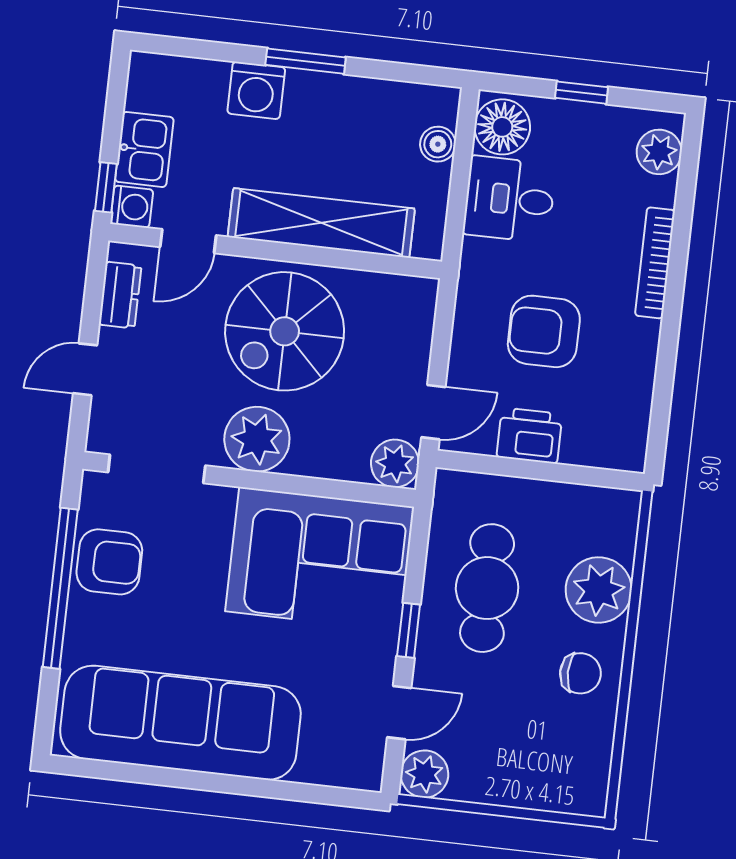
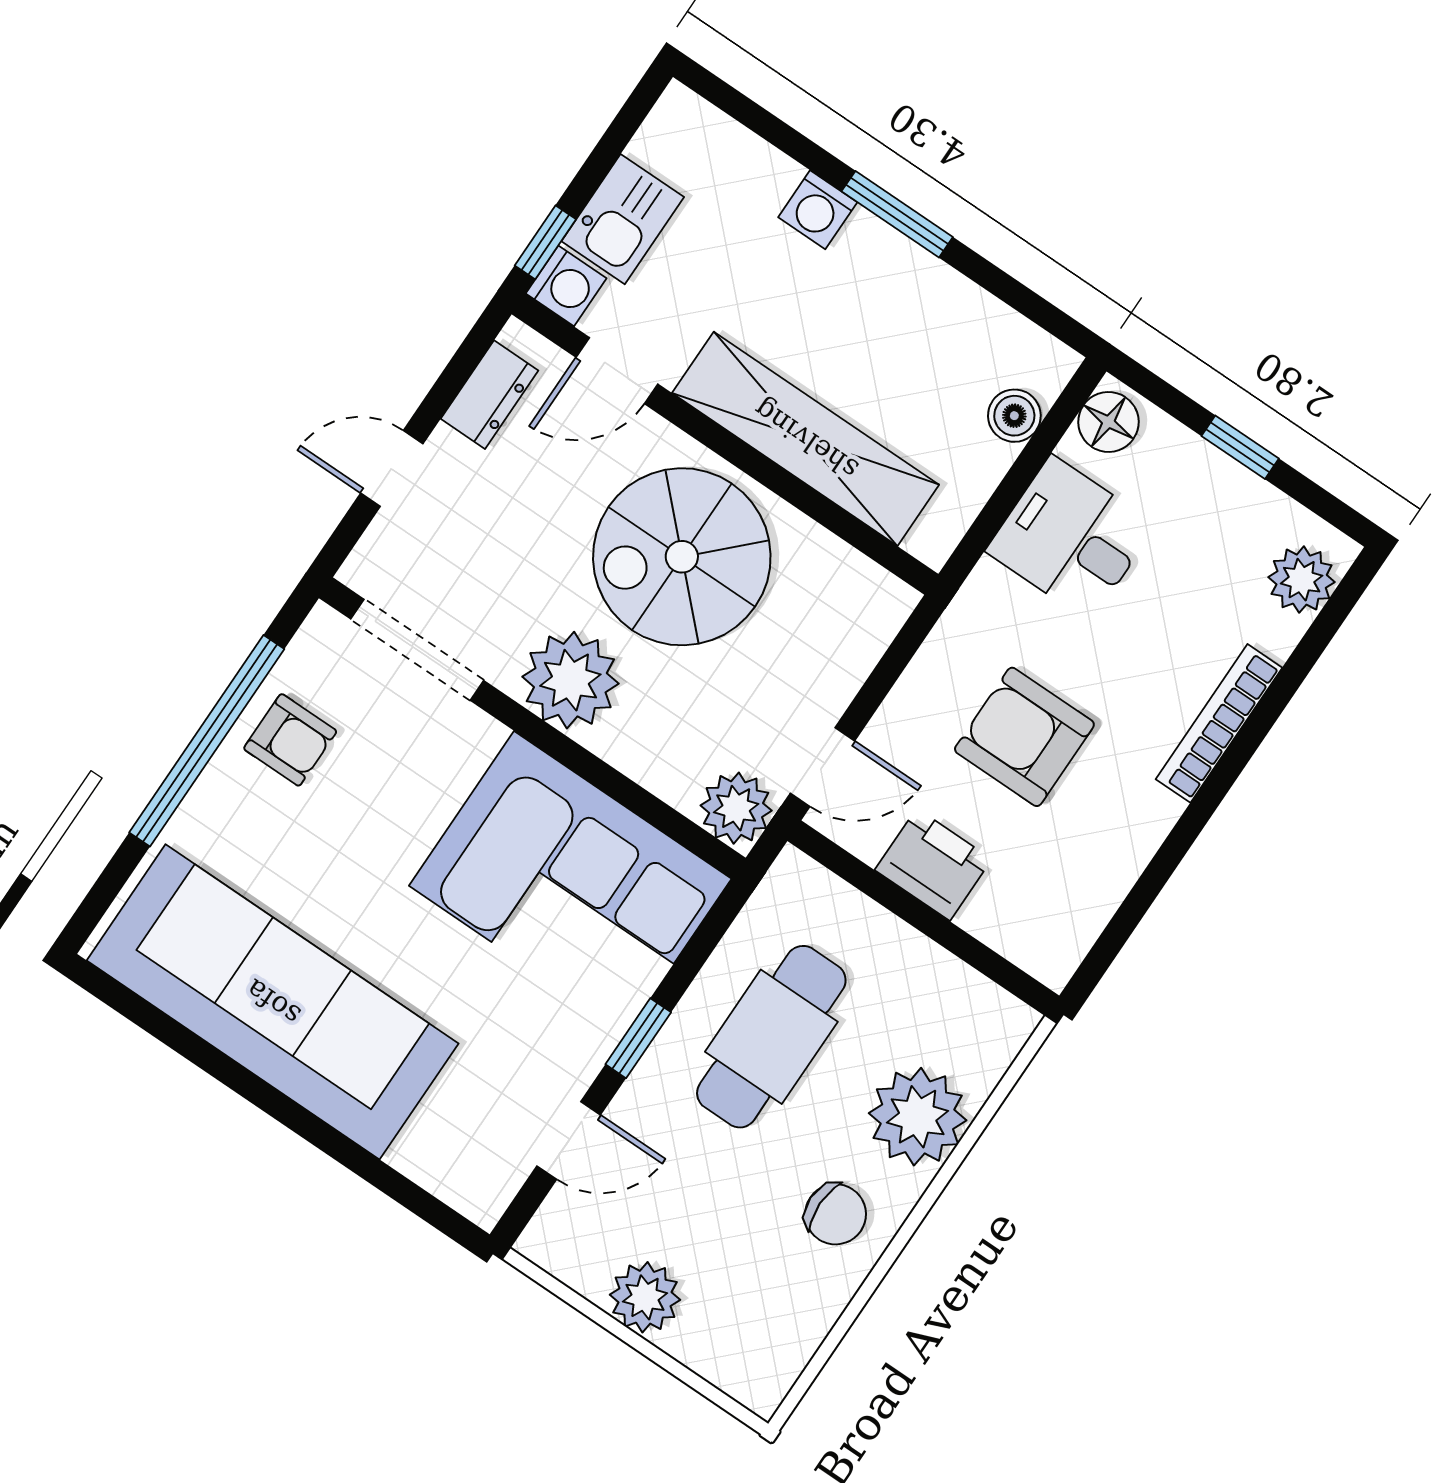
washing machine: (256, 90) -> (818, 210), width x0.73, depth x0.73
floor lamp: (502, 127) -> (1108, 422), width x0.73, depth x0.73
armchair: (109, 562) -> (290, 740), width x0.72, depth x0.72
plant: (424, 774) -> (645, 1297), moved

